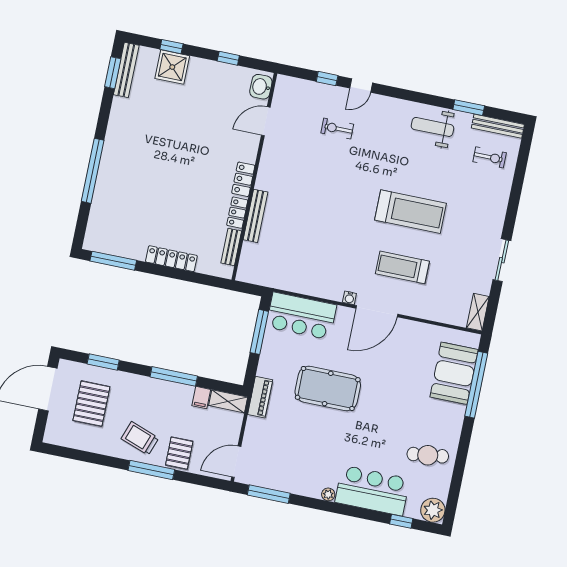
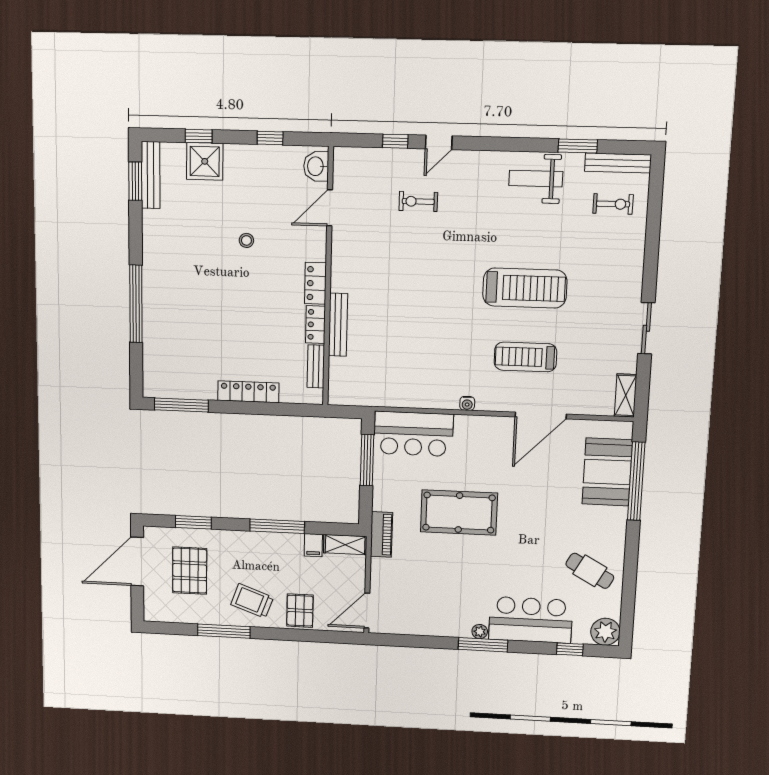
stool: (194, 135) -> (246, 240), added
door: (377, 311) -> (541, 415), moved
cafe table: (428, 455) -> (590, 571), turned 36
window: (151, 470) -> (224, 631), moved
window: (269, 494) -> (483, 645), moved

